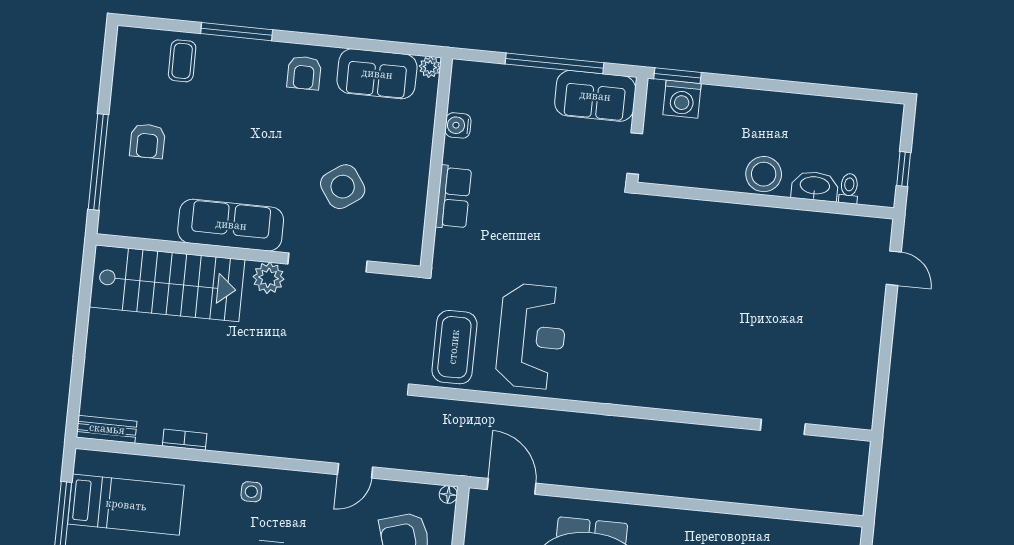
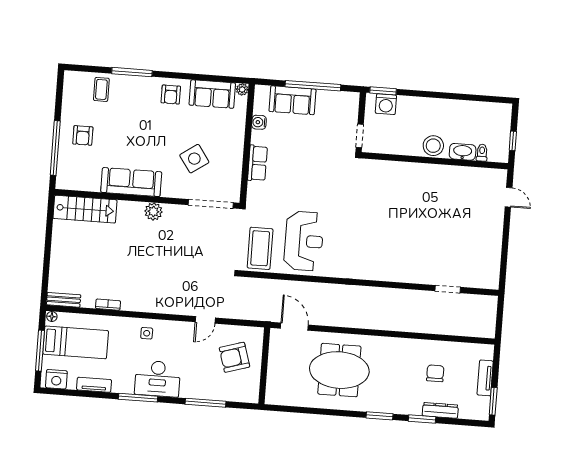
sofa: (595, 96) -> (292, 100), moved
doorway: (327, 262) -> (211, 204), moved
stairs: (167, 283) -> (85, 209), width x0.73, depth x0.66
floor lamp: (448, 494) -> (52, 317), moved

